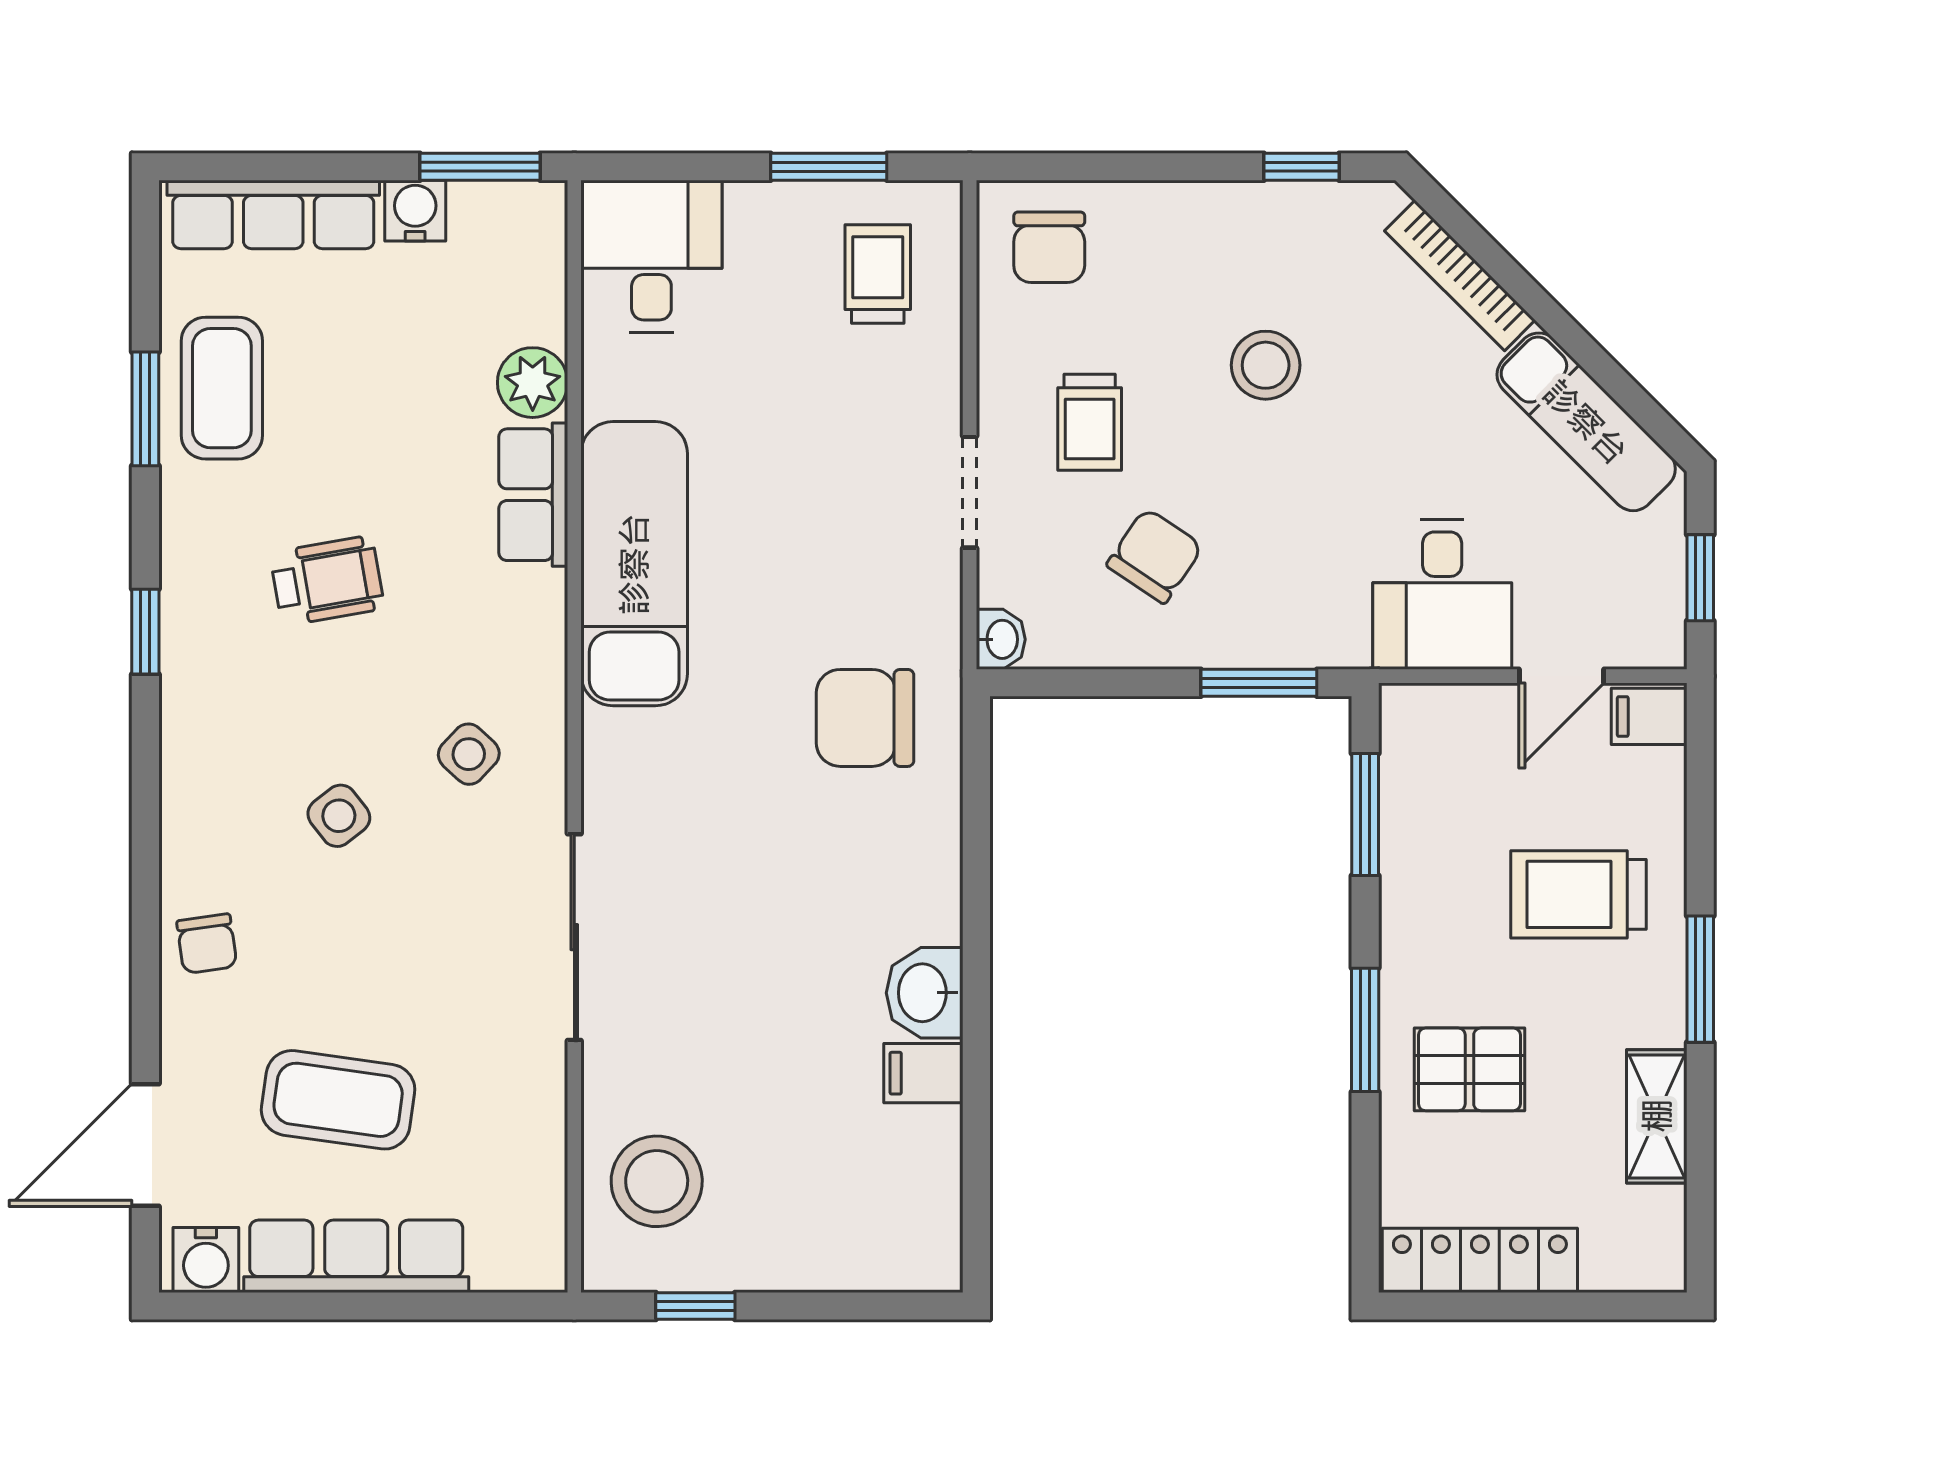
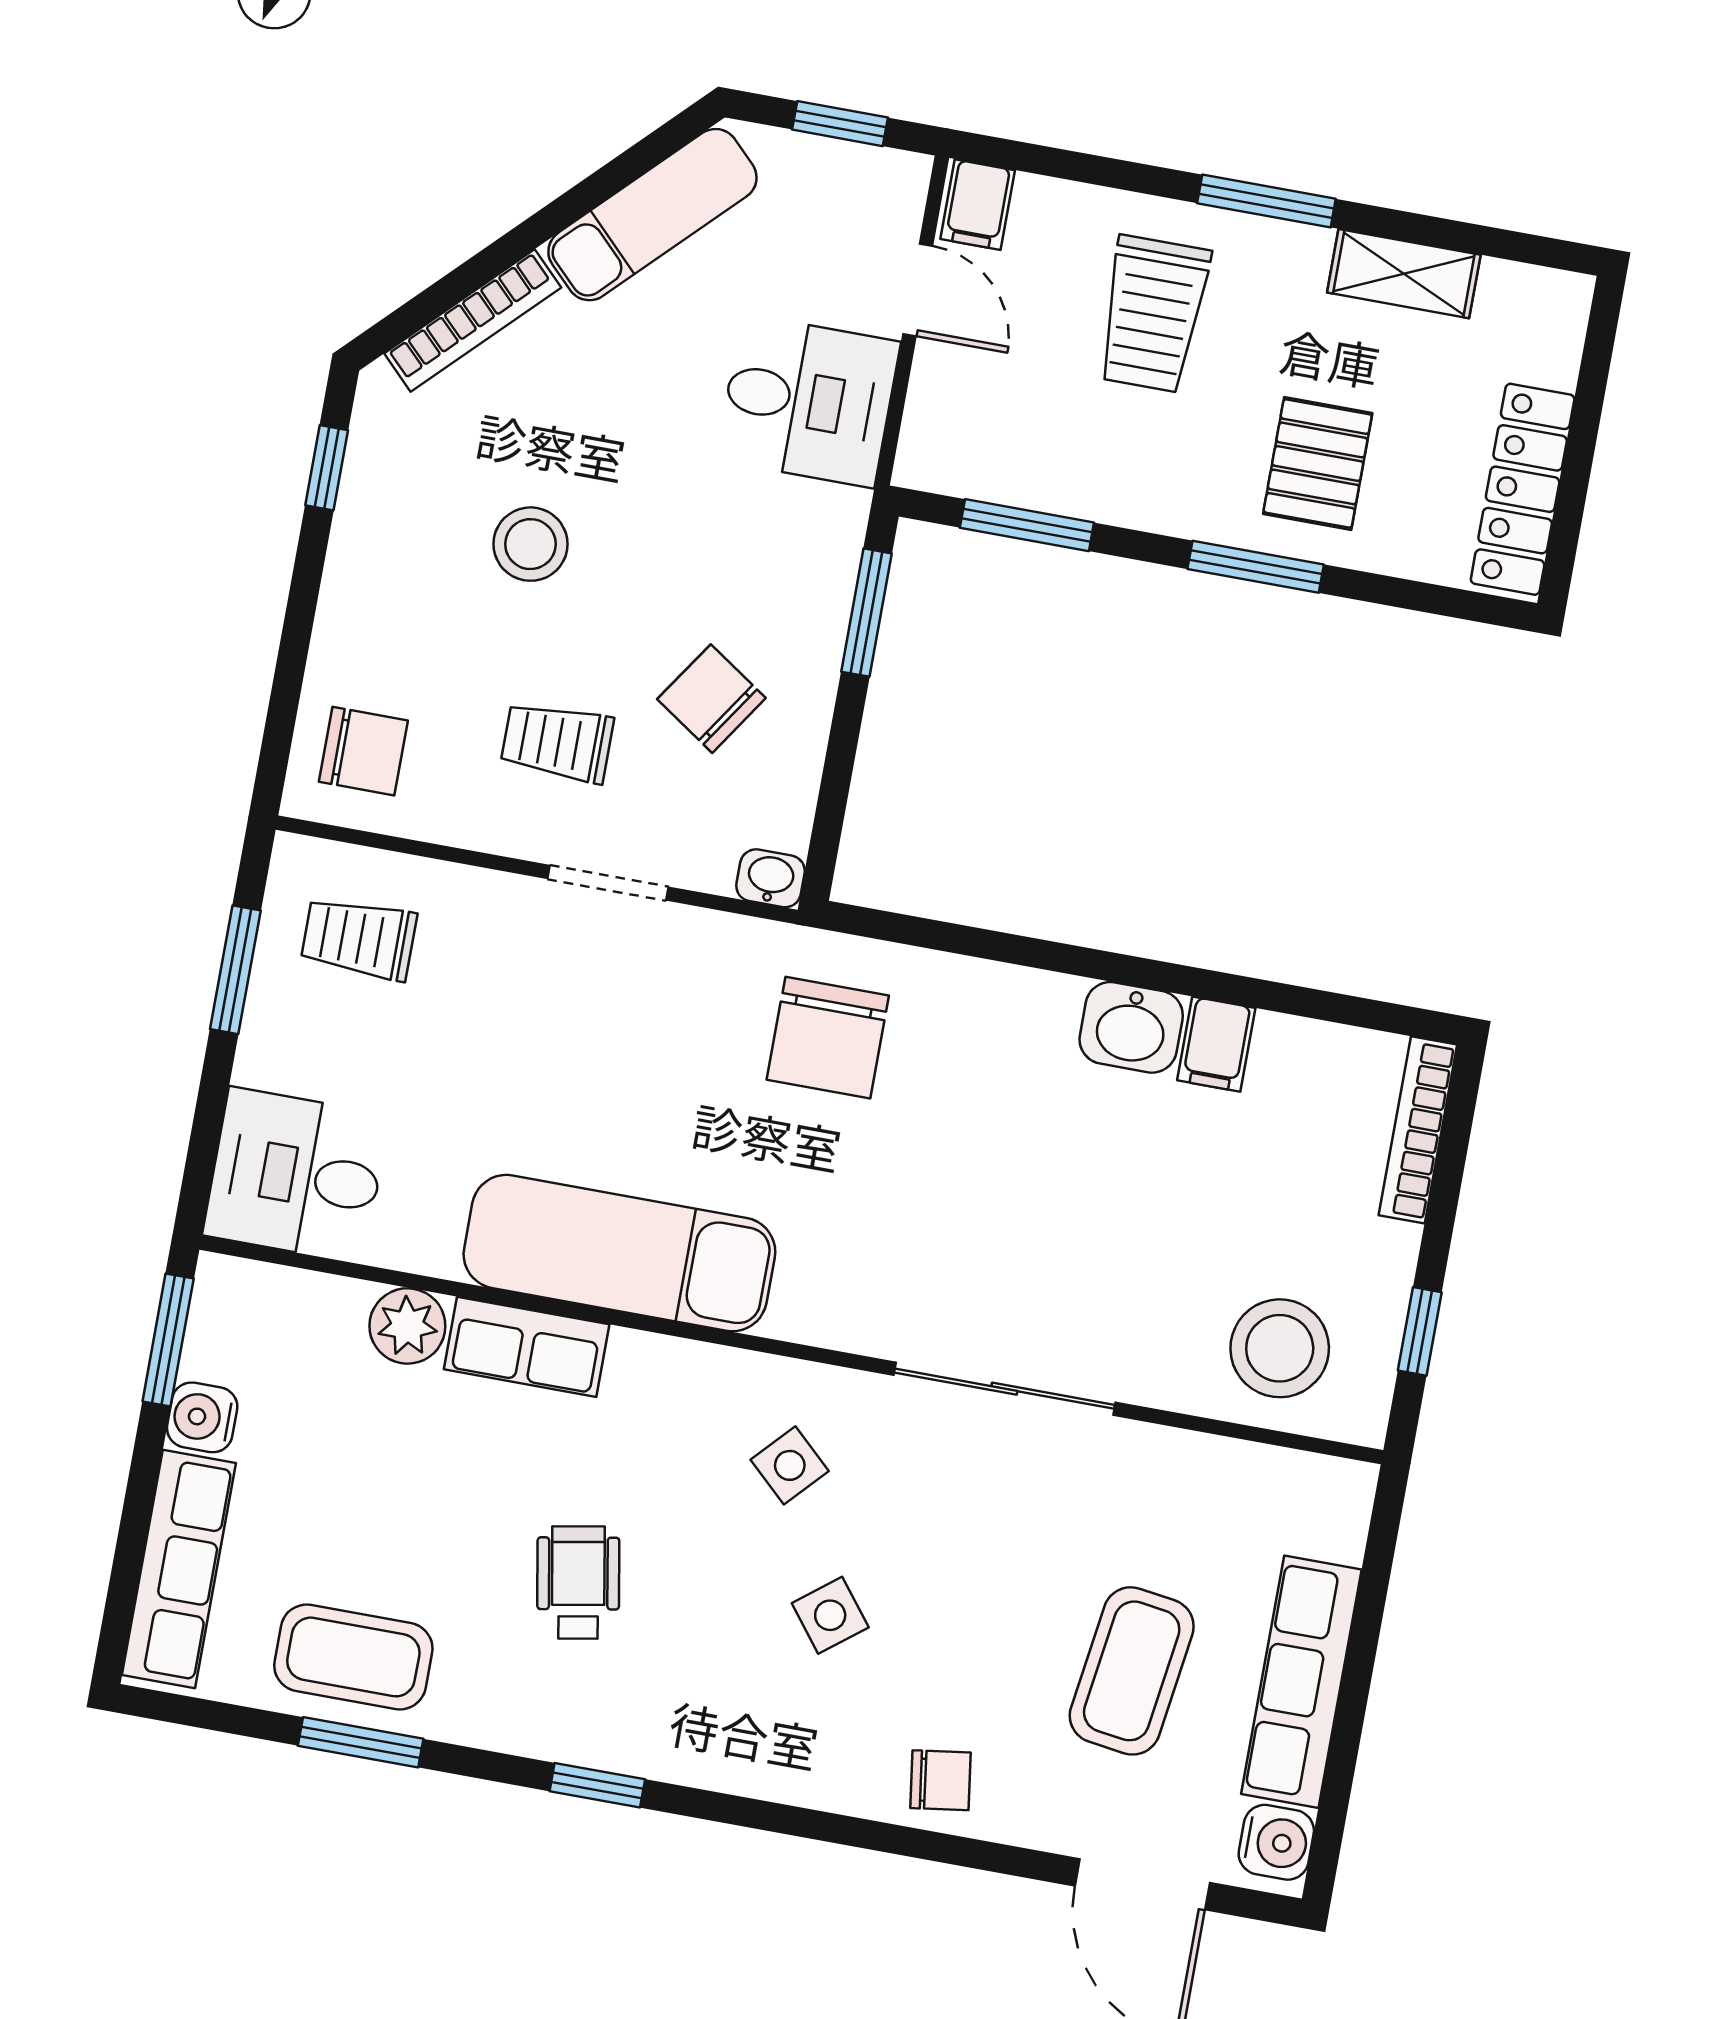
trolley: (1090, 422) -> (557, 742), turned 180
bookcase: (879, 1271) -> (1418, 1130), added

